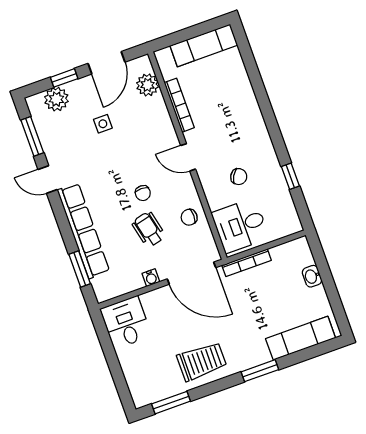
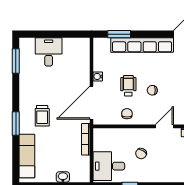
desk: (240, 225) -> (109, 166), moved, turned -90
wheelchair: (149, 229) -> (128, 86), turned -77
desk: (126, 322) -> (49, 52), moved, turned -90
trolley: (202, 361) -> (42, 116), moved, width x0.73, depth x0.72

